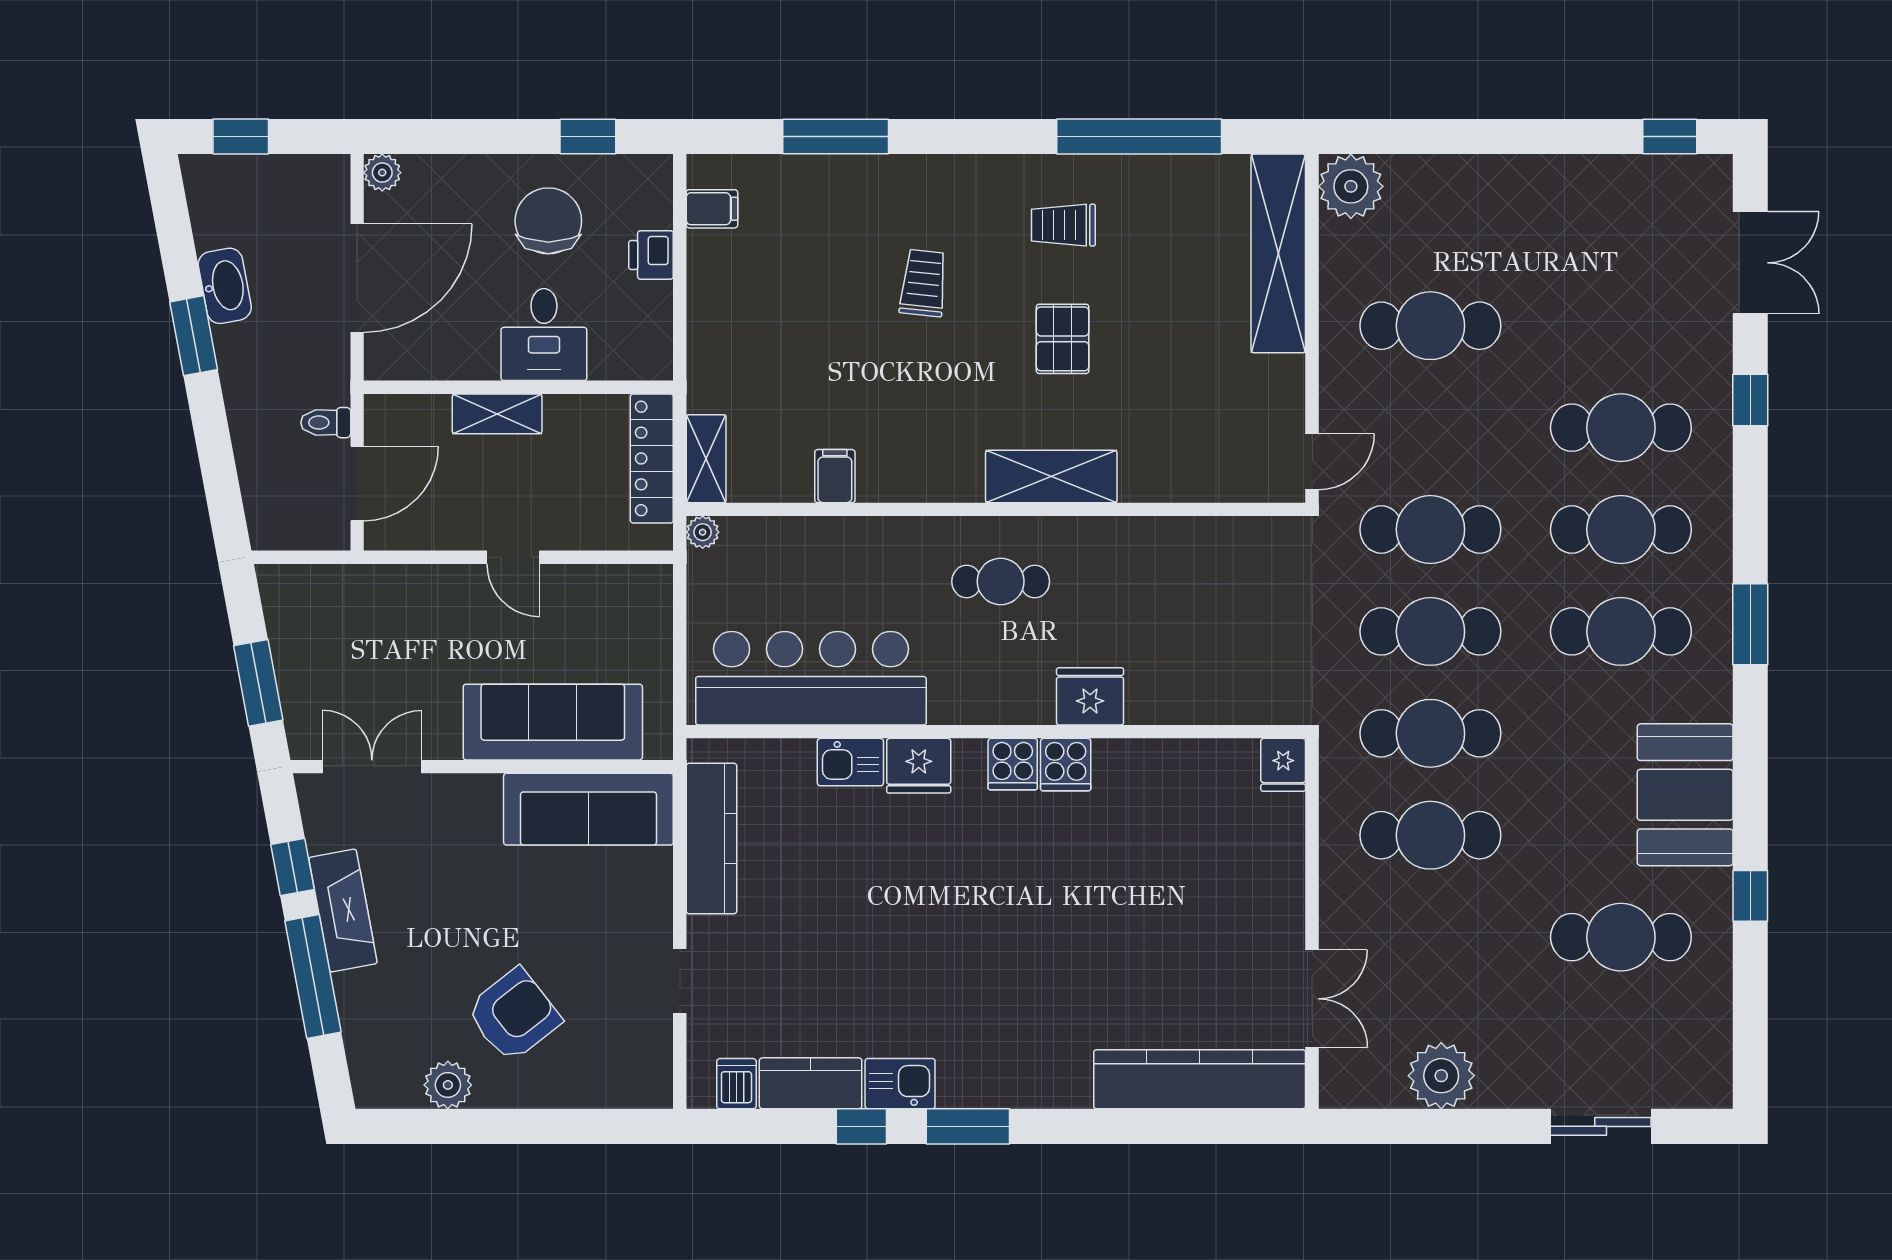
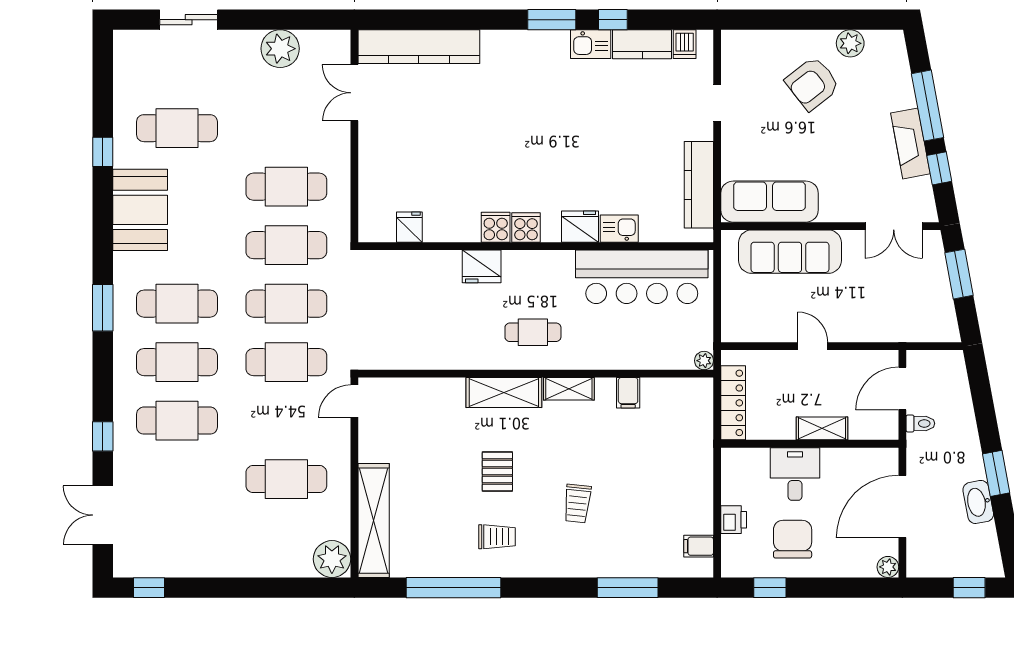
chair: (548, 221) -> (793, 539), turned 180
shelving: (706, 459) -> (569, 389), moved, turned 90
fridge: (1283, 765) -> (409, 227), moved

